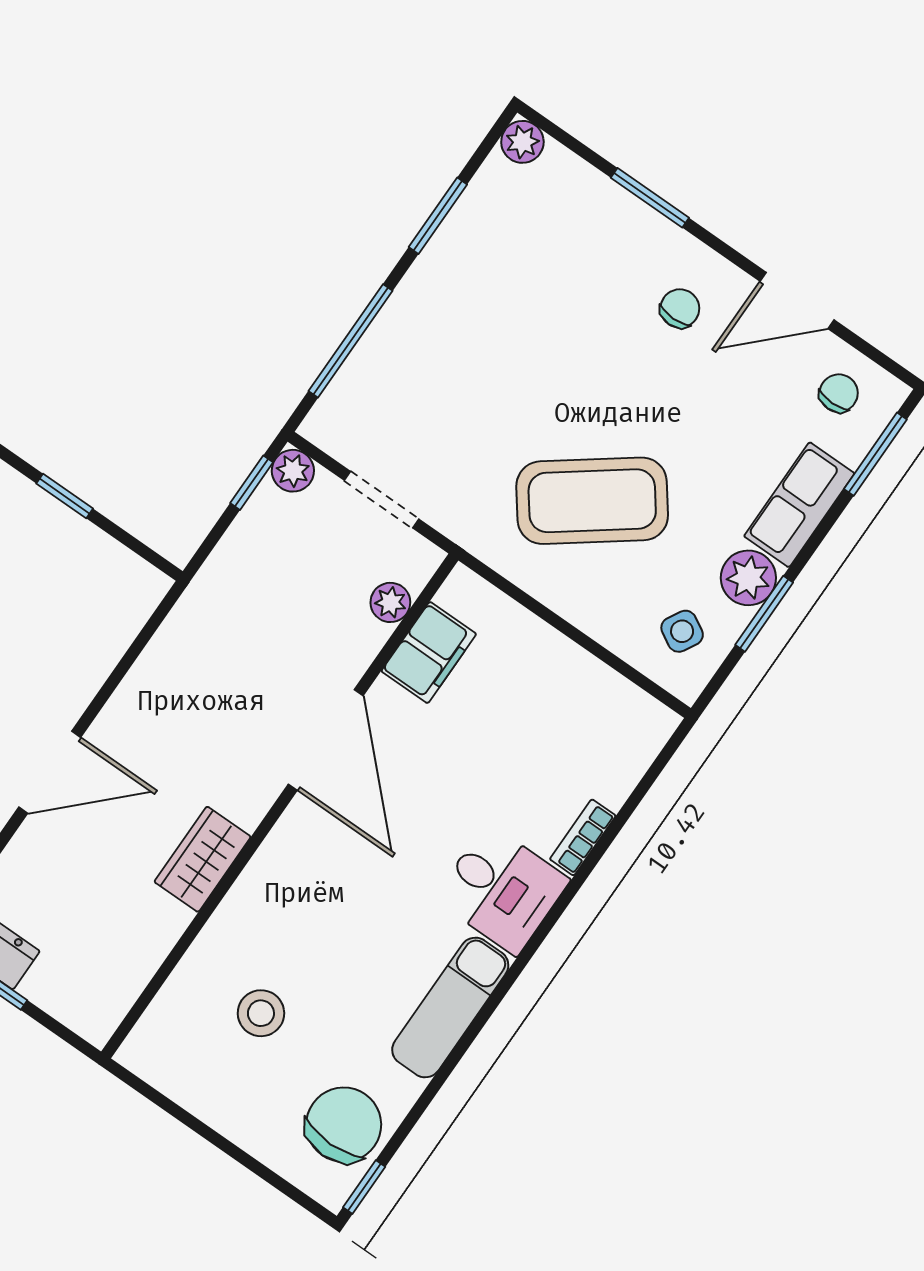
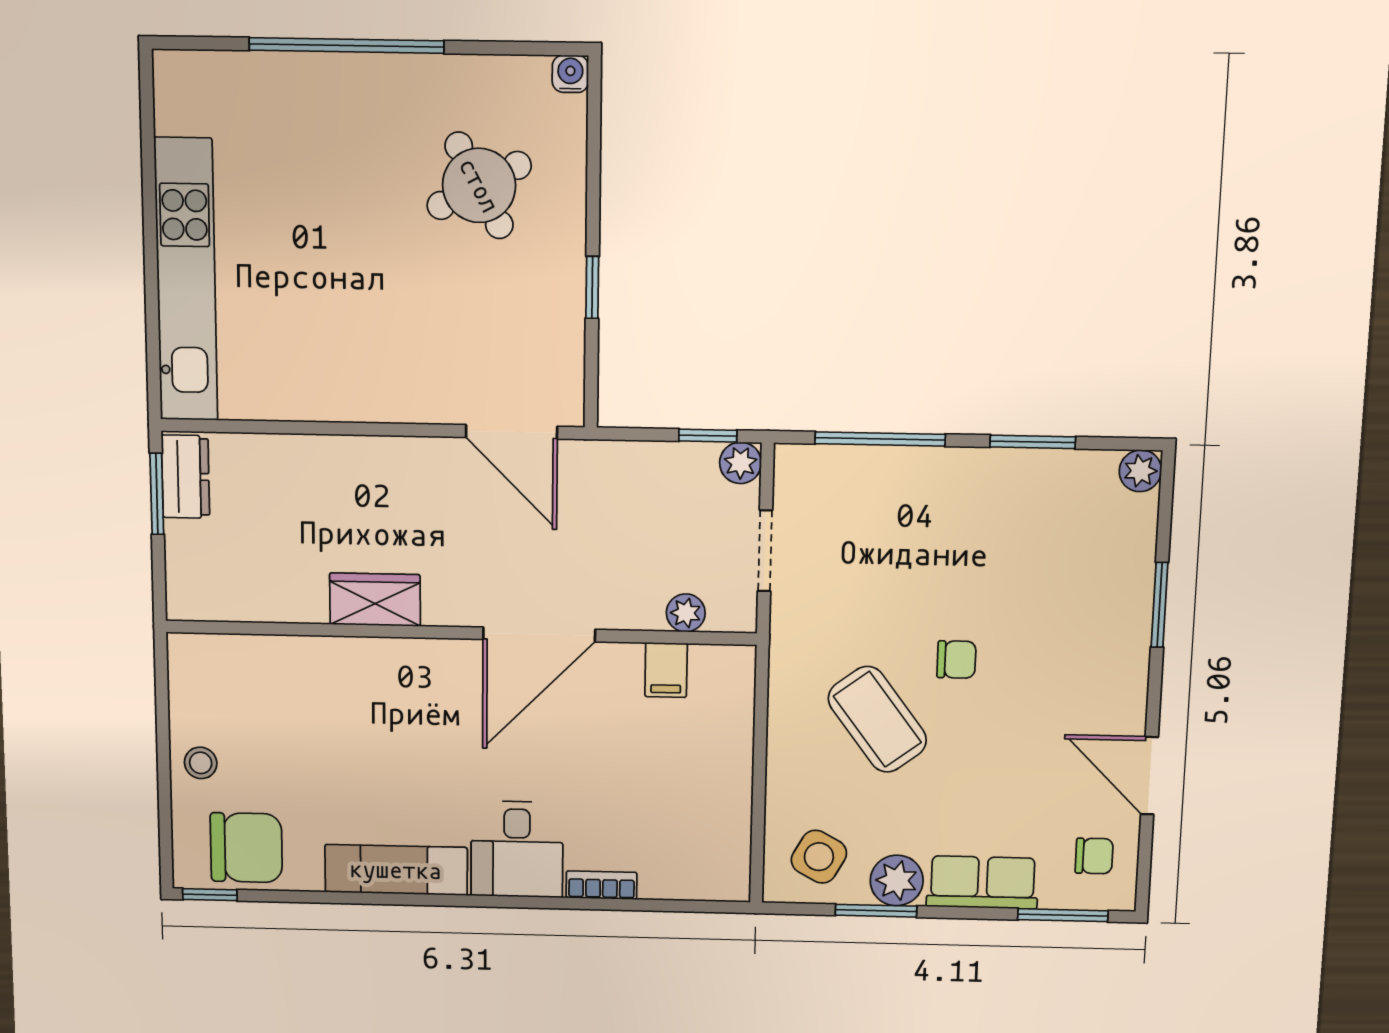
chair: (680, 308) -> (956, 660), moved
coffee table: (592, 501) -> (877, 719), width x0.73, depth x0.76
side table: (682, 631) -> (819, 857), width x1.37, depth x1.37
filing cabinet: (429, 653) -> (666, 670), width x0.50
door: (50, 772) -> (512, 432), moved
stool: (261, 1013) -> (201, 763), moved, width x0.73, depth x0.73

